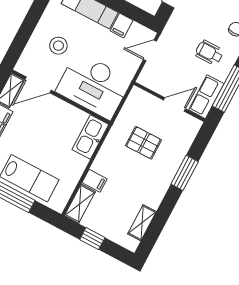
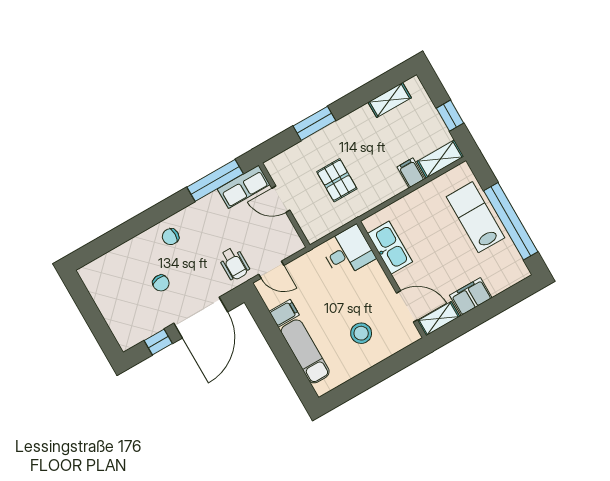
wheelchair: (209, 53) -> (234, 264), moved
desk: (94, 86) -> (348, 252), width x0.53, depth x0.77
kitchen sink: (90, 137) -> (390, 248), moved, turned -90

